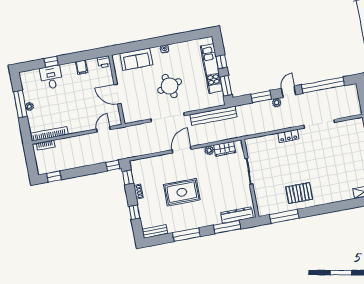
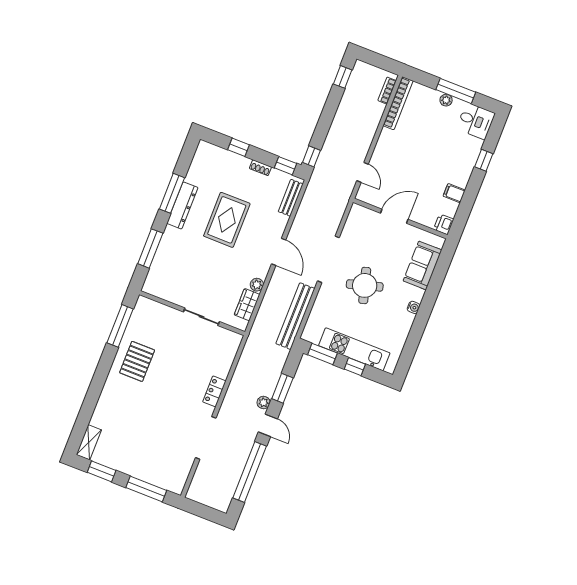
desk: (51, 77) -> (476, 121), moved
dresser: (237, 215) -> (182, 205), moved
bench: (155, 231) -> (291, 198), moved

